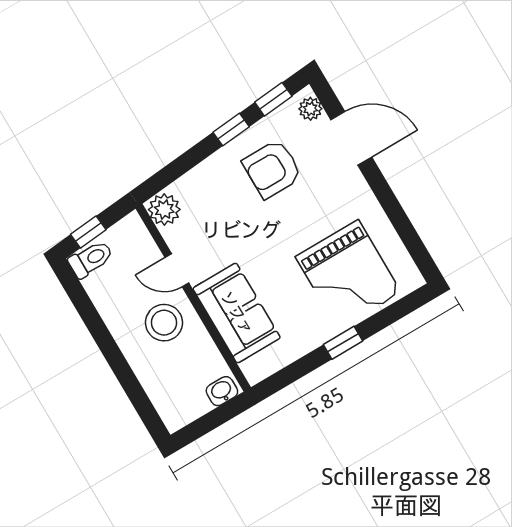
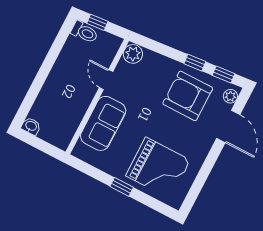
armchair: (272, 169) -> (188, 96), width x1.36, depth x1.36
grand piano: (348, 275) -> (158, 168), turned -90
stool: (164, 323) -> (75, 90), removed
washbasin: (222, 391) -> (31, 126), moved

